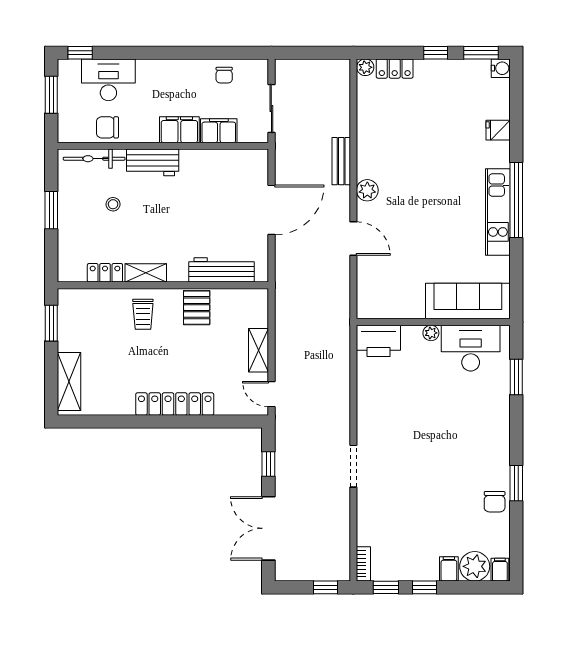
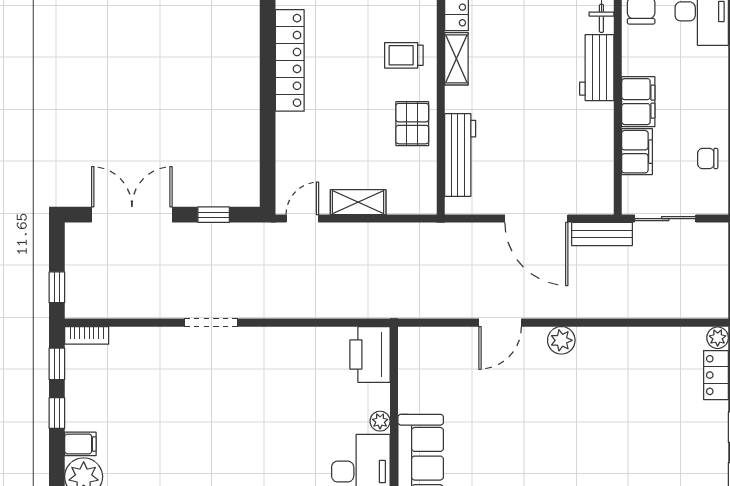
bench: (341, 161) -> (602, 234), moved
stool: (113, 204) -> (544, 17), removed
pallet: (197, 308) -> (412, 124), turned 90
locker: (175, 404) -> (290, 60), moved

